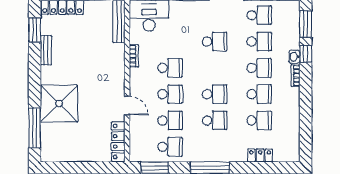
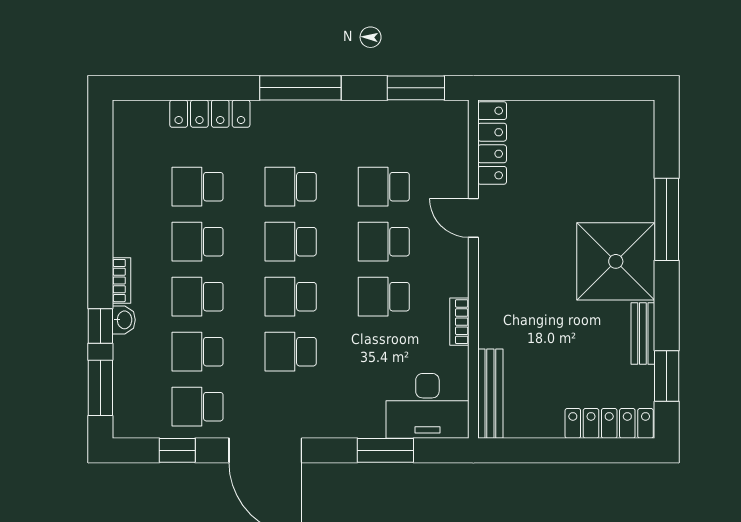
shower: (59, 104) -> (616, 261), moved
window: (35, 128) -> (667, 219), moved
school desk: (170, 147) -> (291, 297), moved
locker: (260, 155) -> (210, 114), width x1.53

